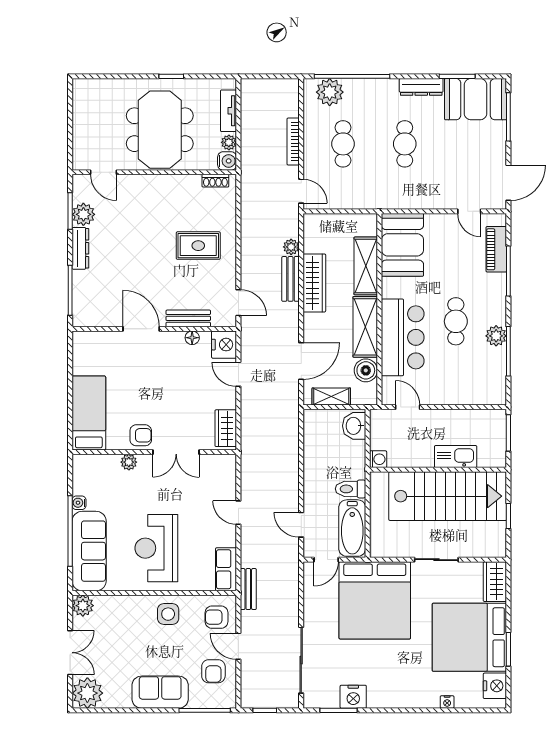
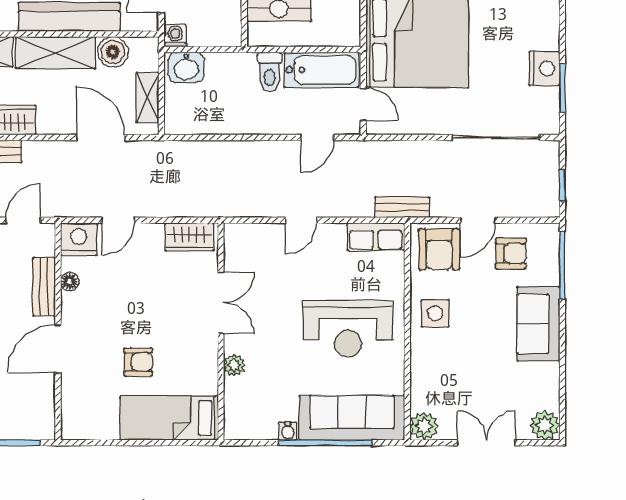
armchair: (141, 435) -> (138, 362), moved, turned 90
washing machine: (378, 459) -> (175, 36), moved
armchair: (216, 617) -> (439, 249), width x1.38, depth x1.38
plant: (87, 693) -> (545, 425), width x0.73, depth x0.73

